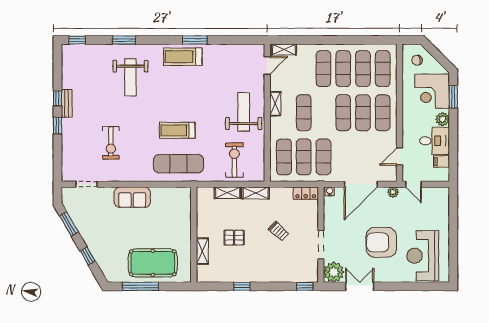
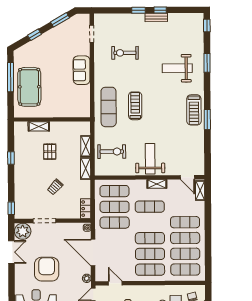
treadmill: (183, 57) -> (194, 110), turned 180
weight bench: (244, 112) -> (150, 159), turned -90

